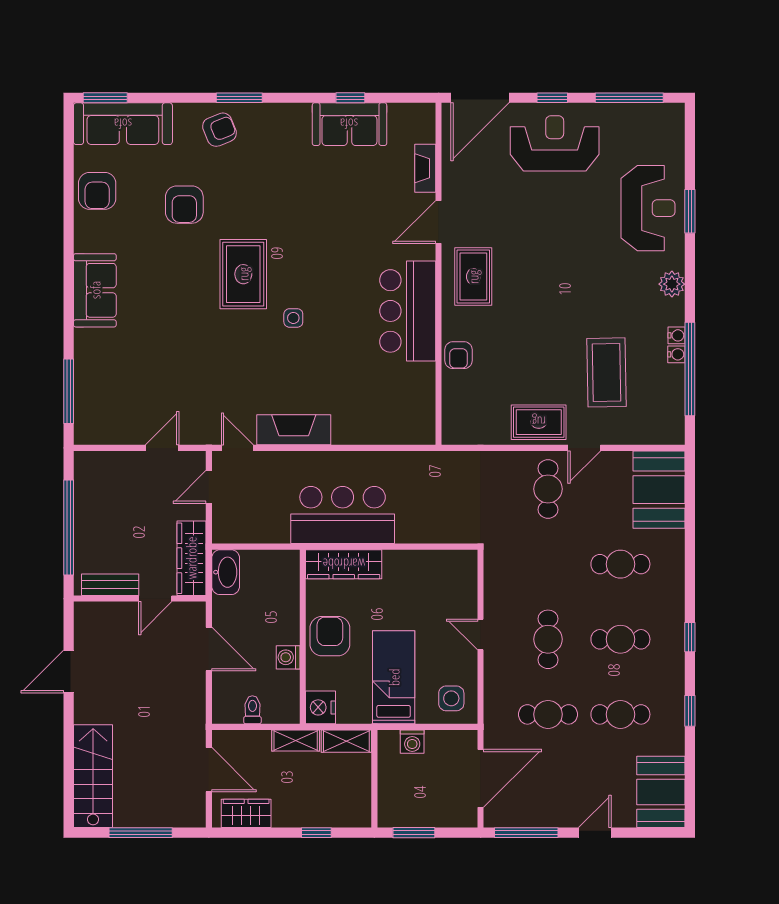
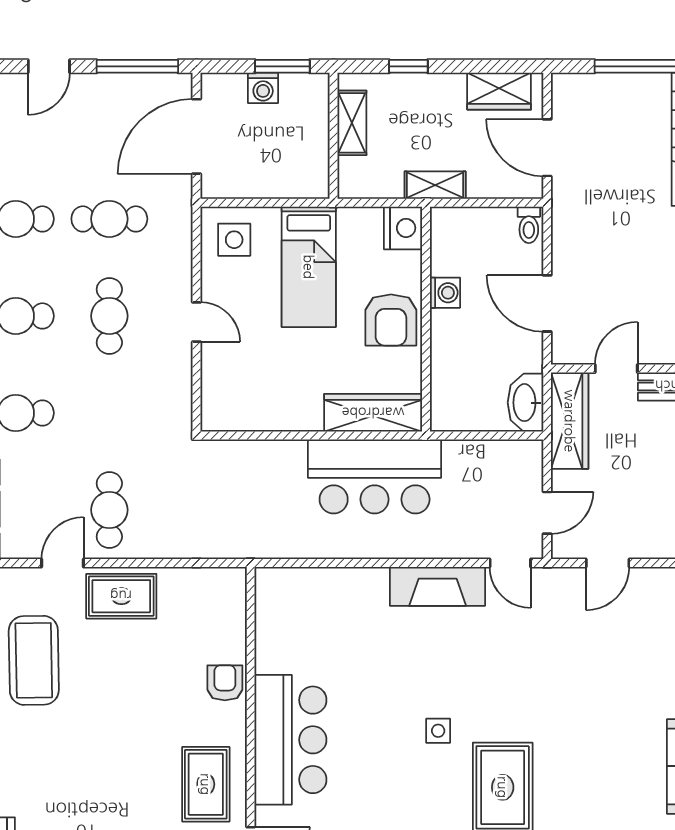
toilet: (252, 710) -> (529, 225), moved
shelving: (346, 741) -> (352, 123), moved, turned 90
washing machine: (412, 742) -> (263, 88), moved, turned 180

